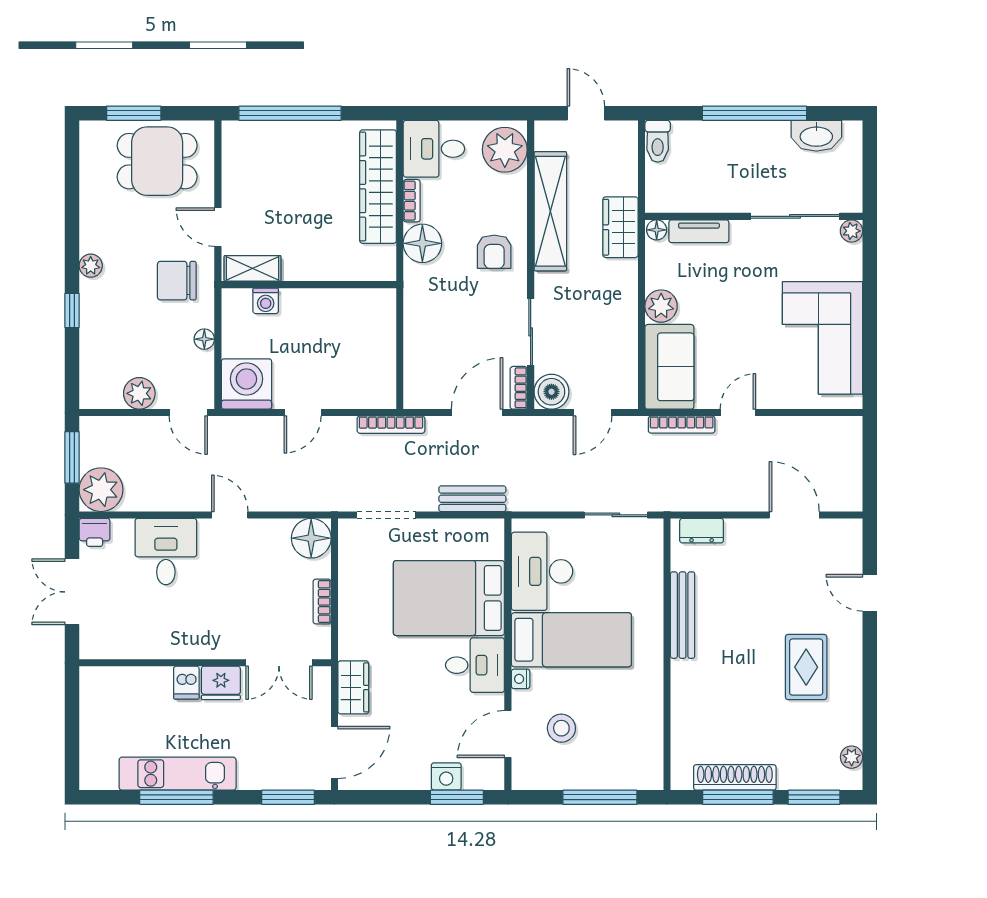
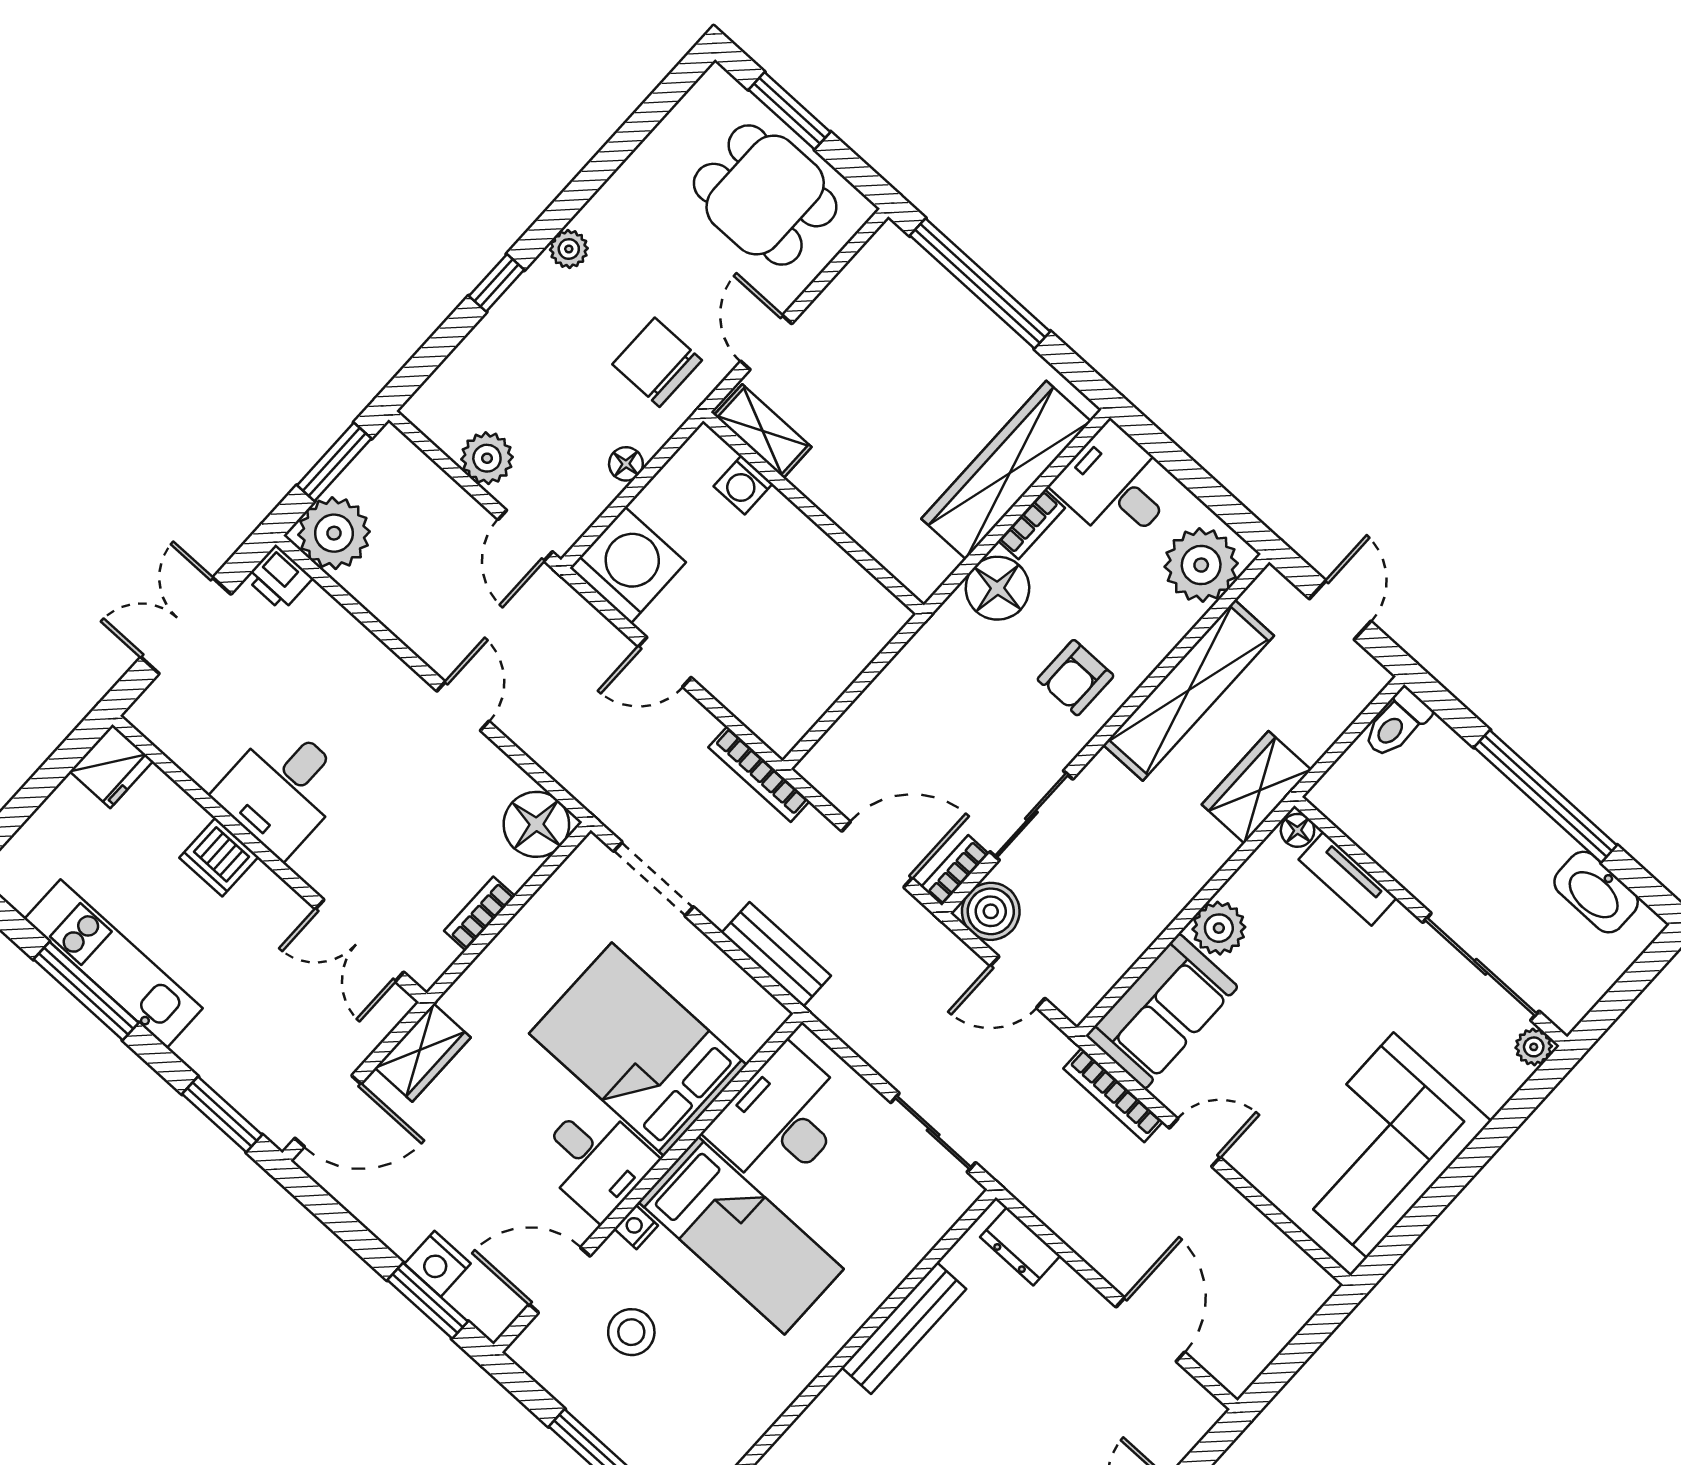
desk: (166, 552) -> (282, 789), moved, turned 180
dishwasher: (186, 683) -> (219, 857), width x1.38
fridge: (221, 683) -> (111, 766), moved, turned -90

